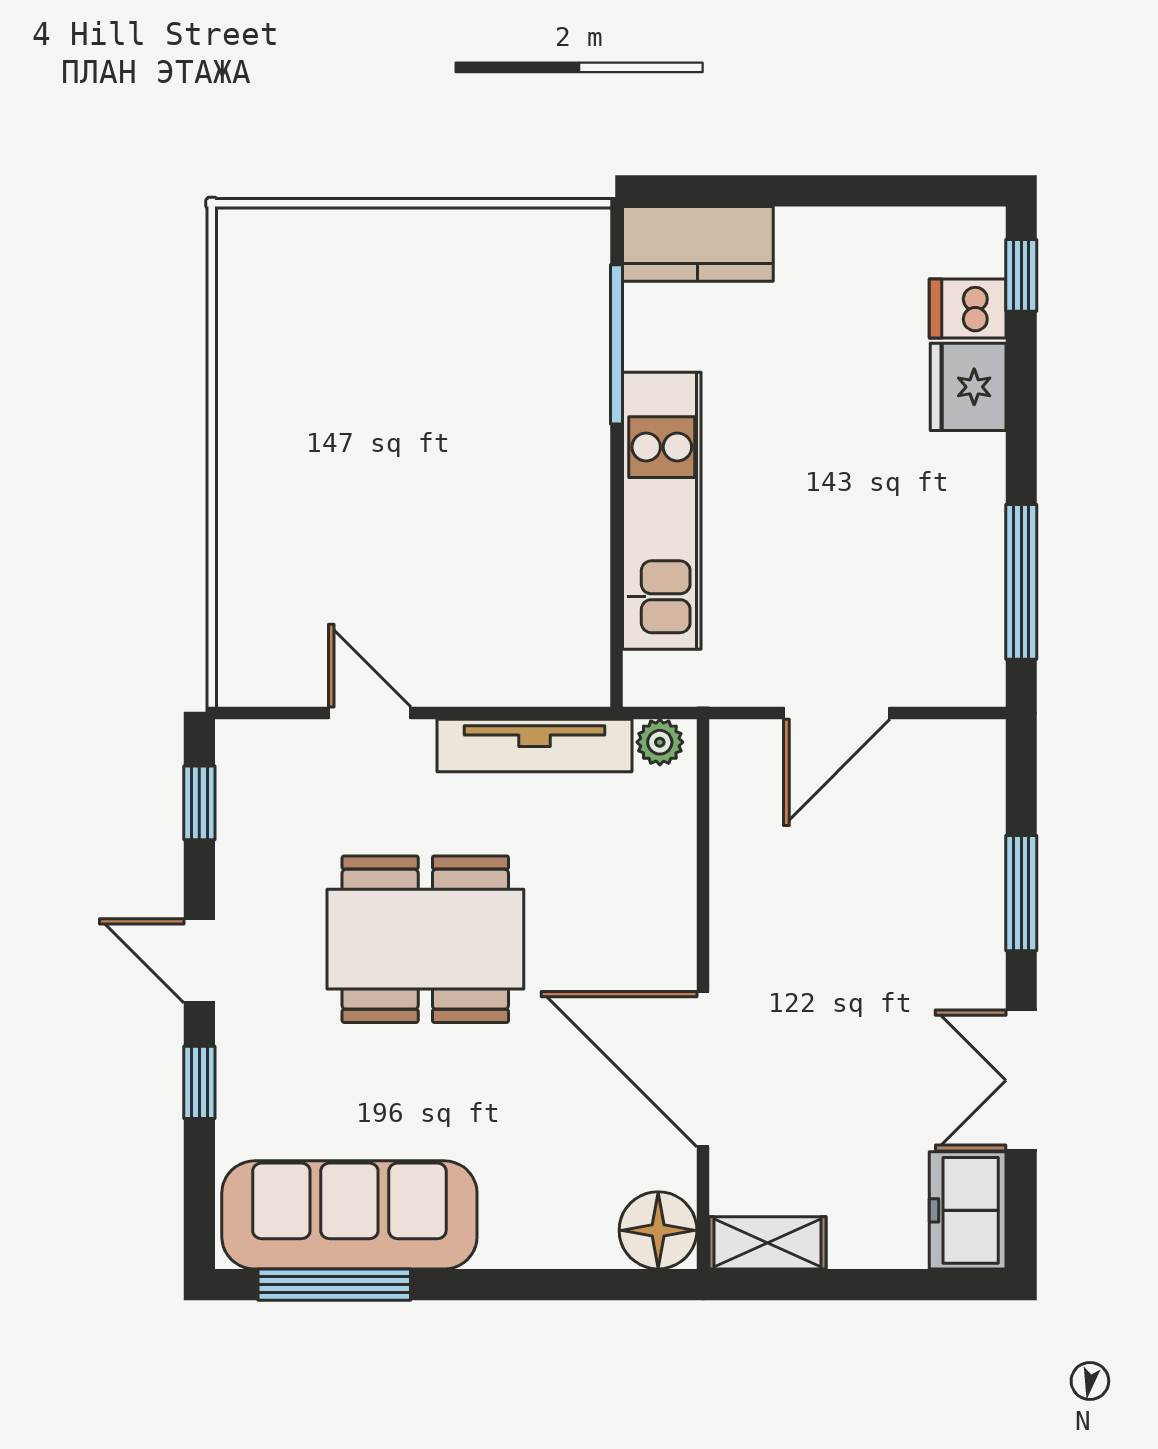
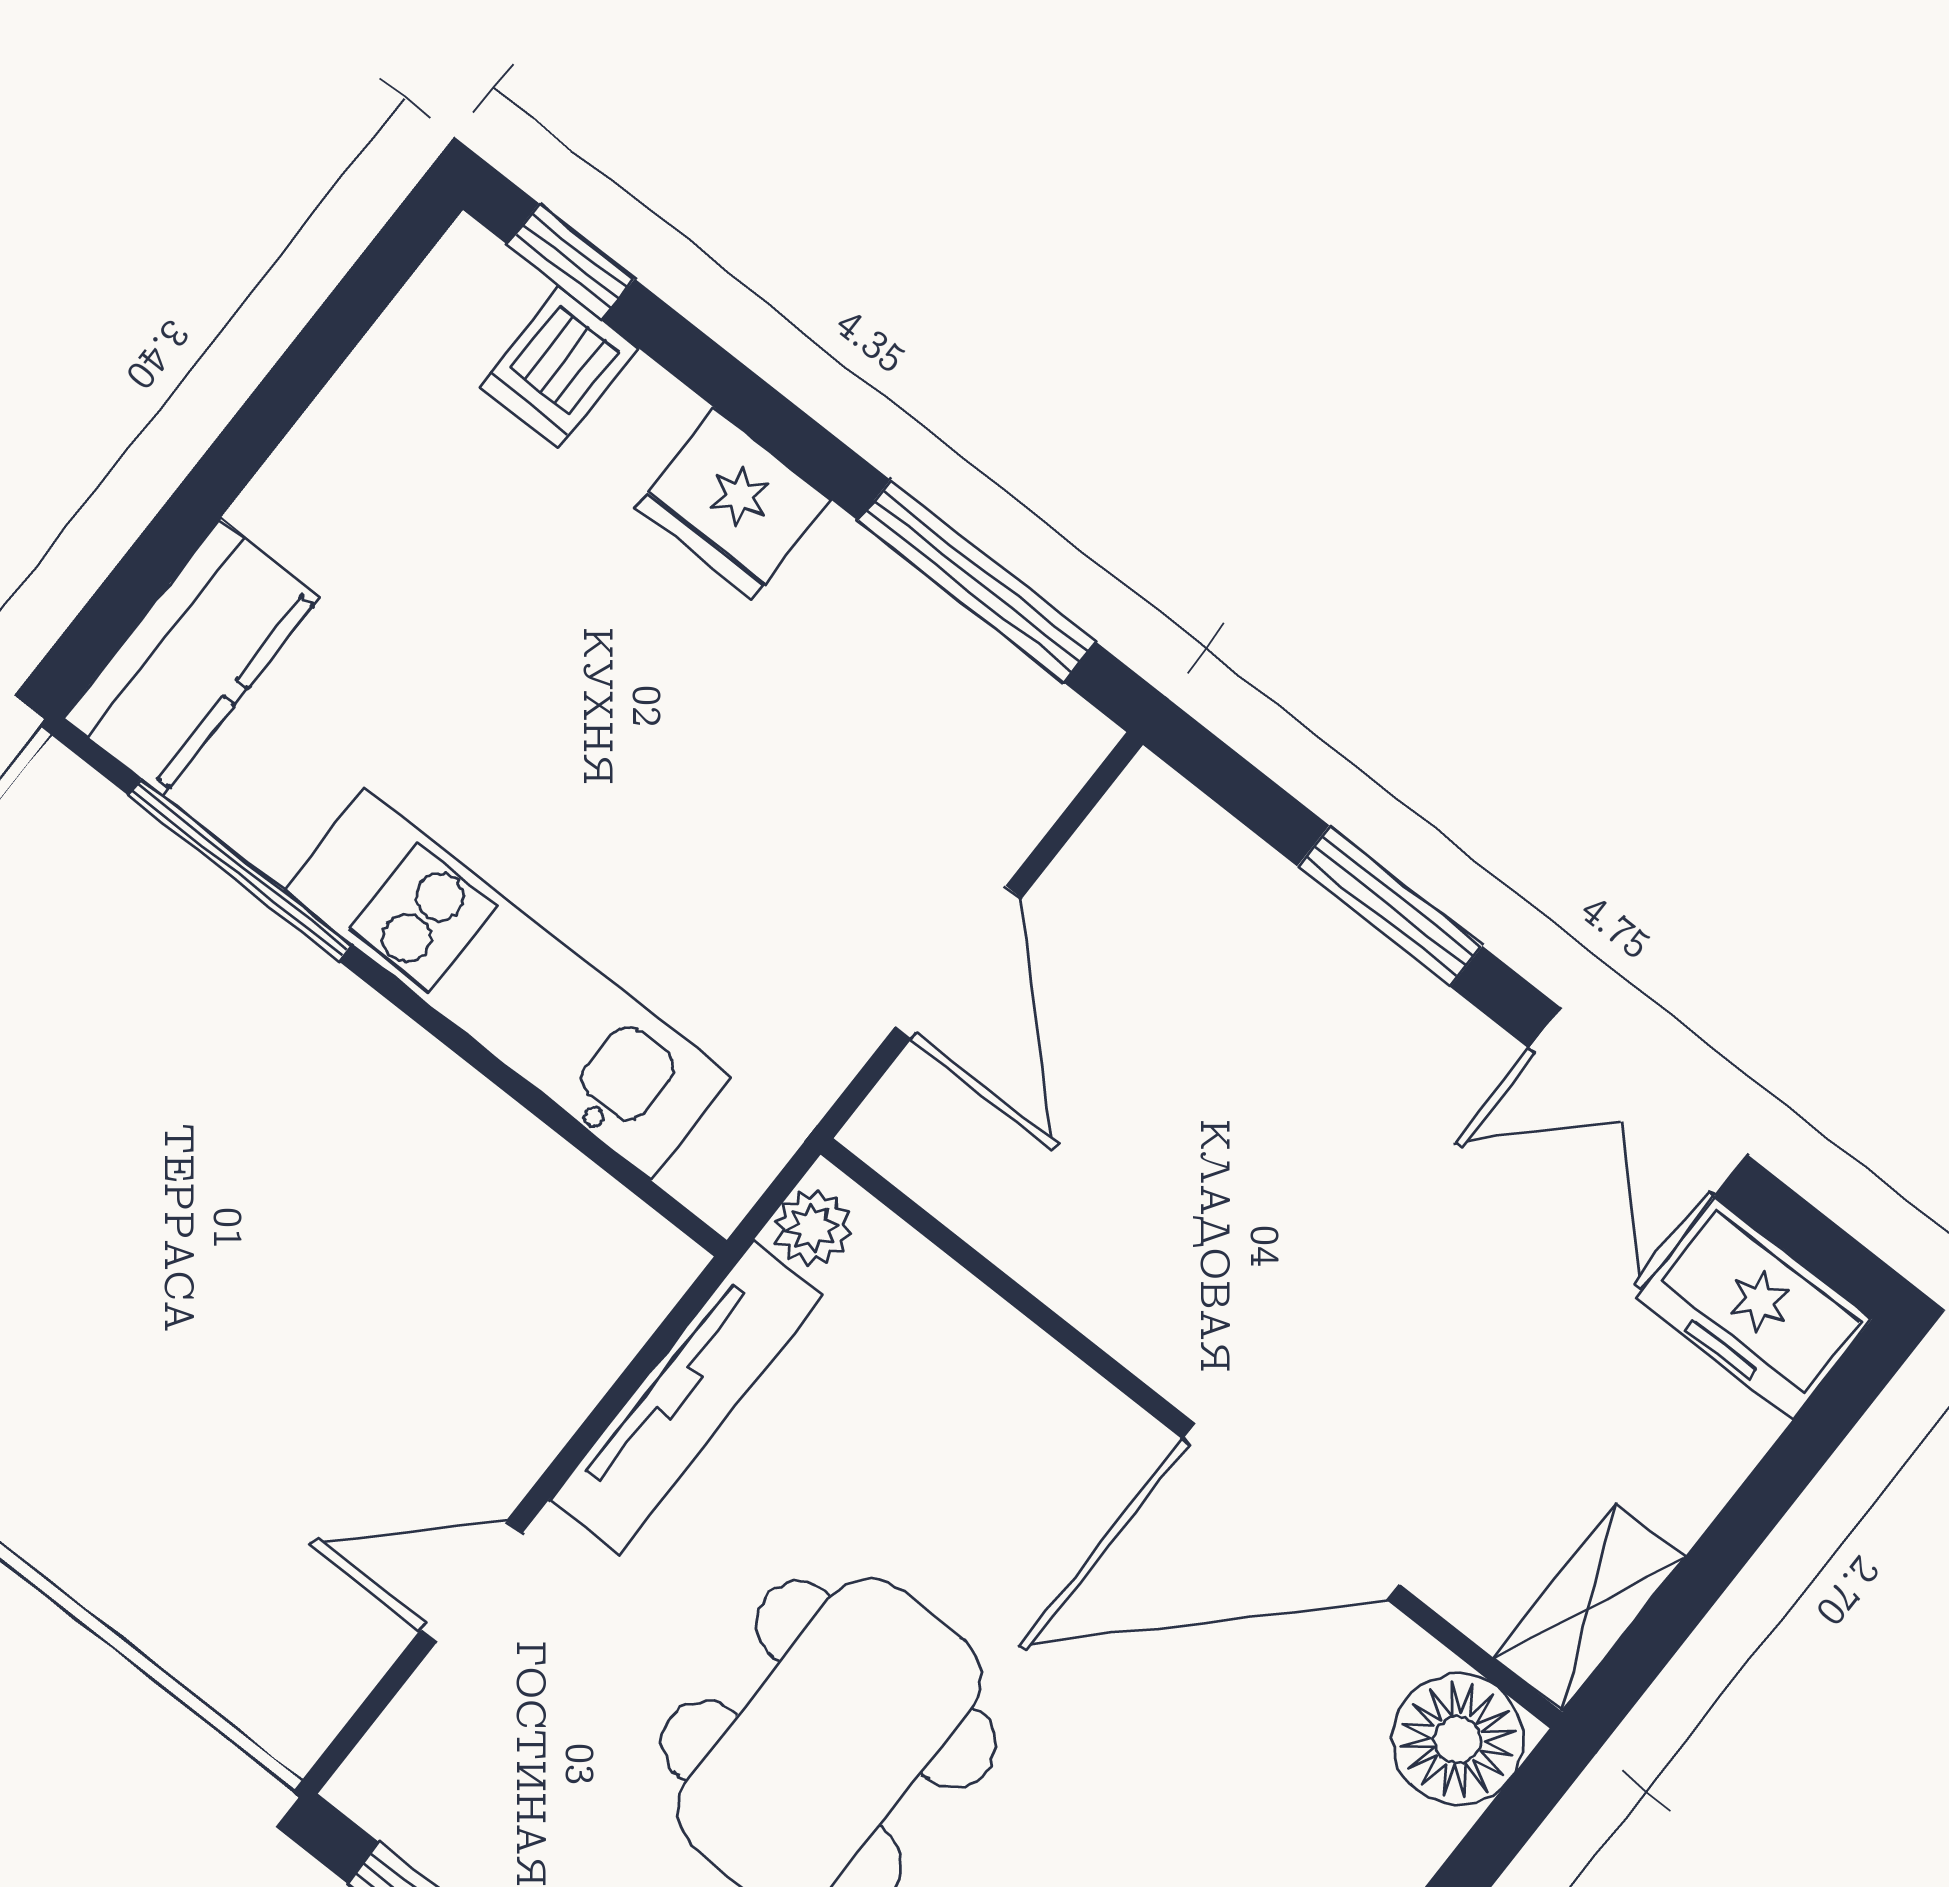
fridge: (968, 387) -> (733, 503), moved

